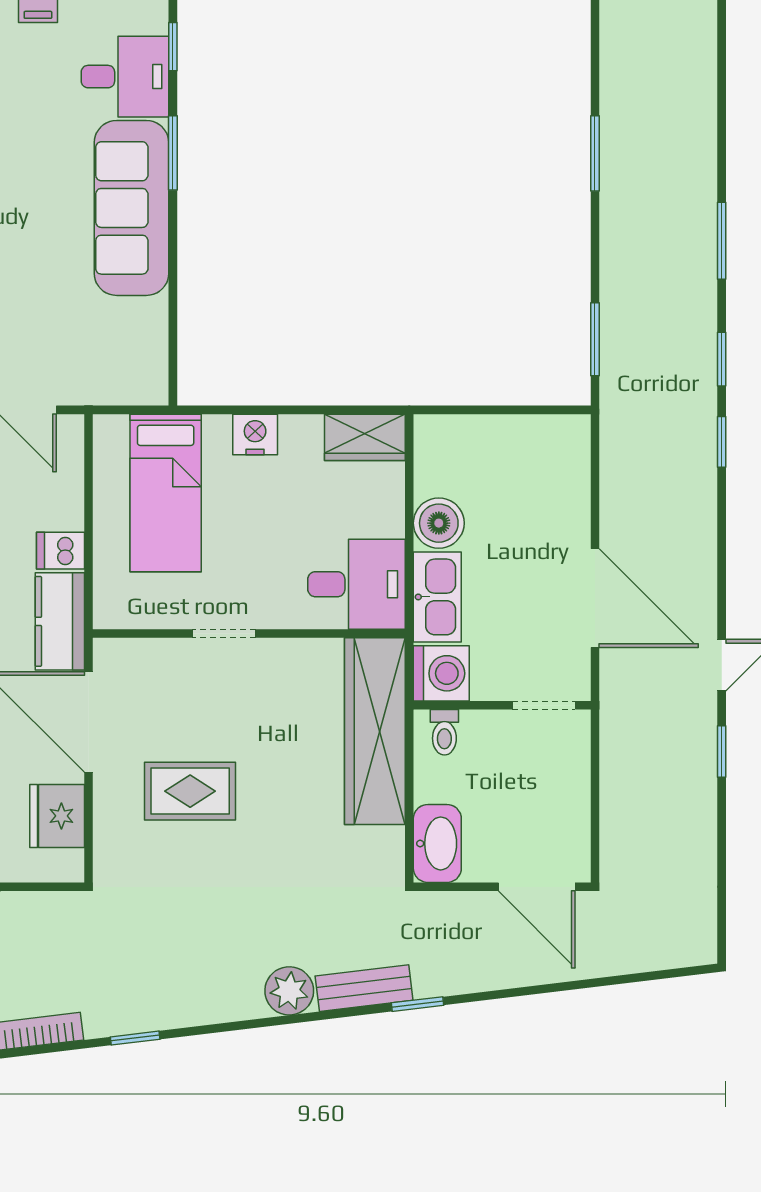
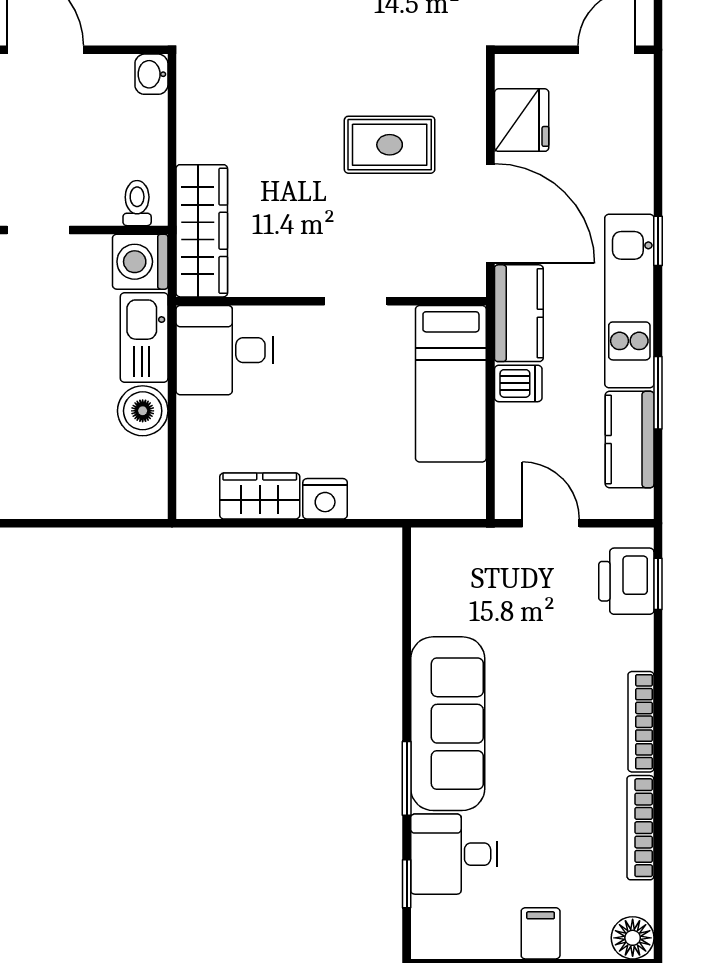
wardrobe: (365, 437) -> (260, 496), moved
bed: (166, 493) -> (451, 384), moved, turned 180
wardrobe: (375, 731) -> (202, 231), width x0.71, depth x0.85
washbasin: (437, 843) -> (151, 74), width x0.52, depth x0.69

